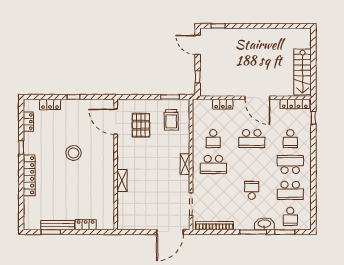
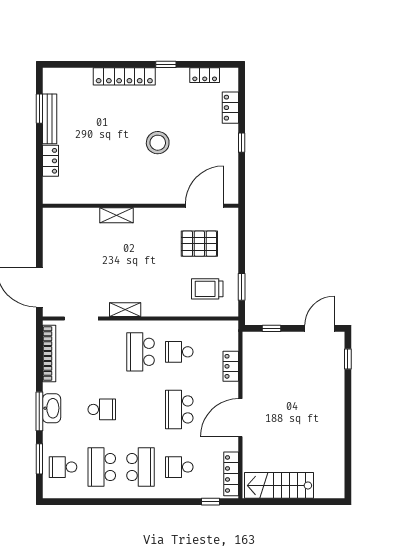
shelving: (185, 164) -> (125, 310), moved
washbasin: (264, 224) -> (52, 408), moved

